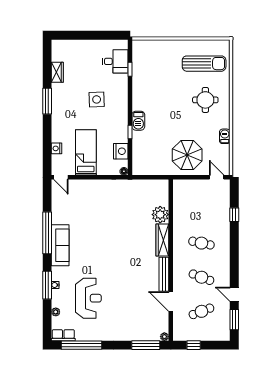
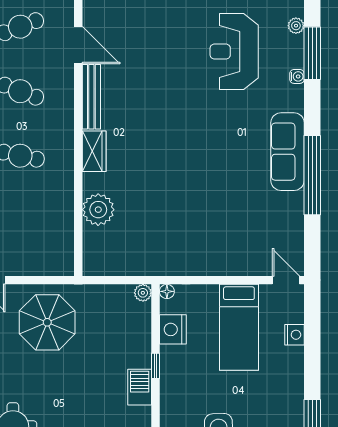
plant: (137, 171) -> (143, 293), added
wardrobe: (162, 240) -> (94, 151), width x0.67
window: (47, 285) -> (312, 53), moved

